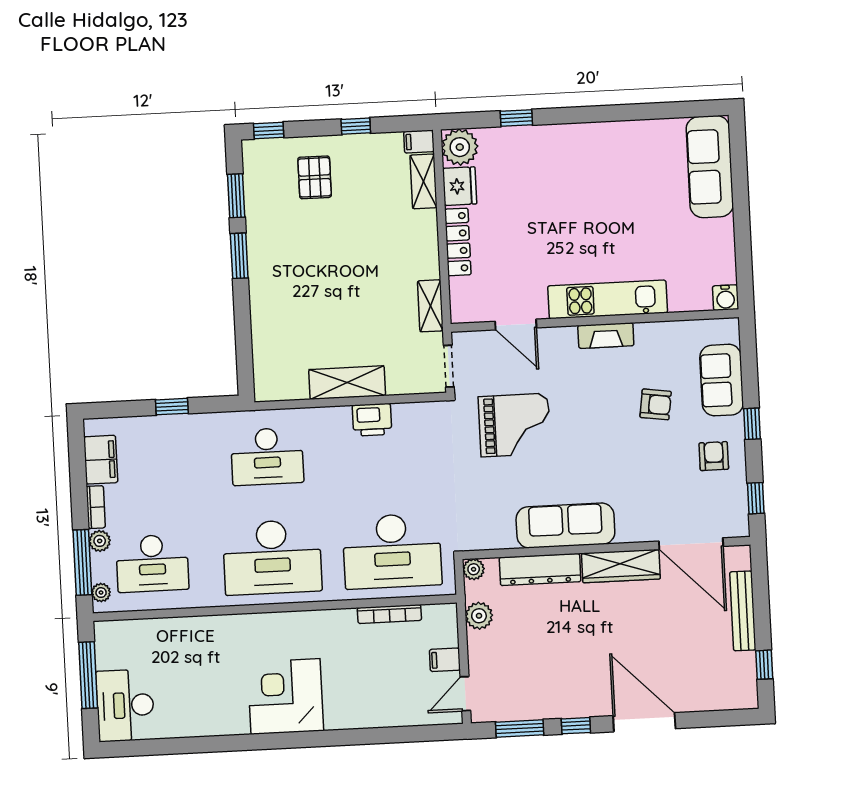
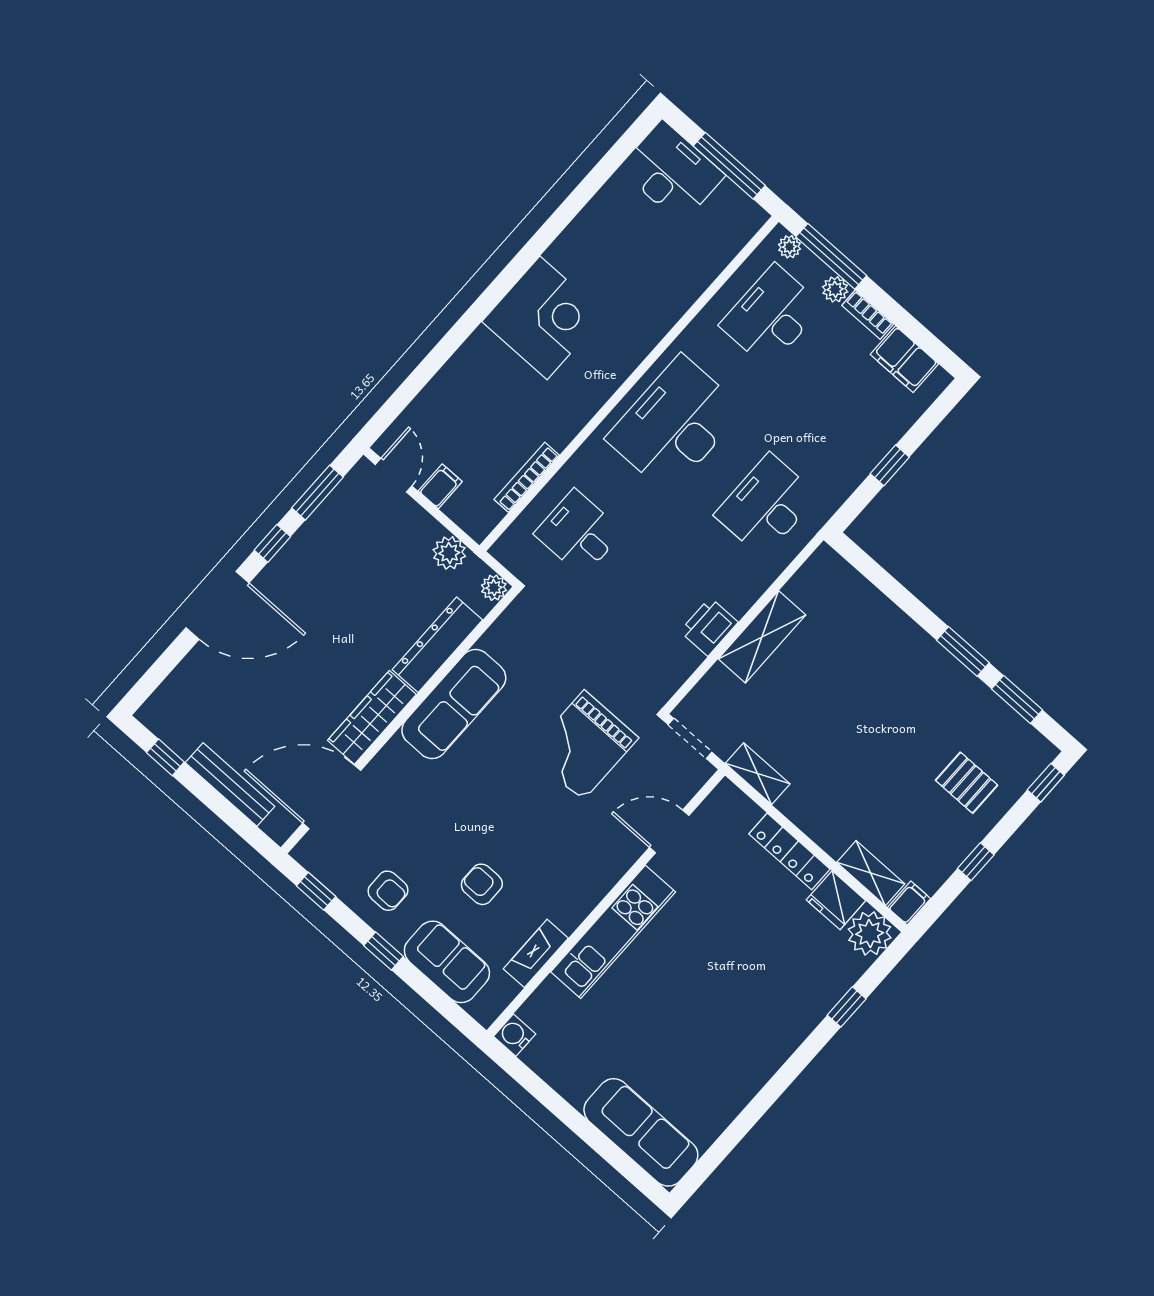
fireplace: (606, 336) -> (536, 953), moved
armchair: (656, 404) -> (482, 884), turned 82
desk: (392, 551) -> (579, 533), width x0.53, depth x0.77

